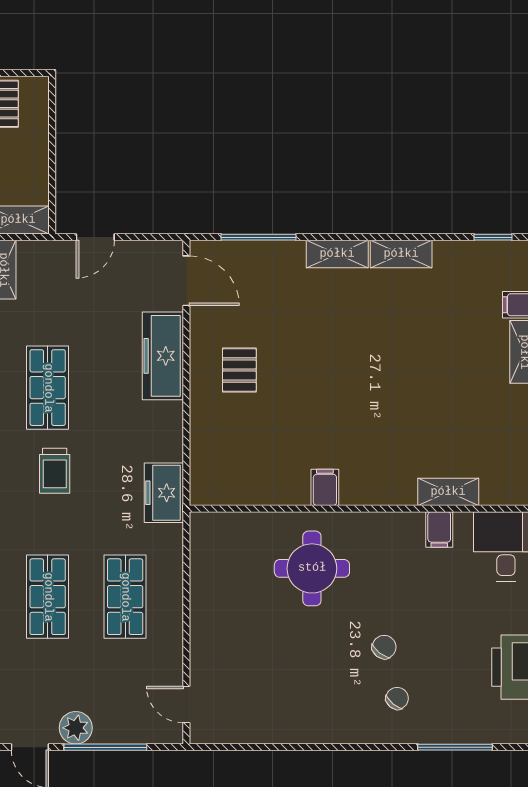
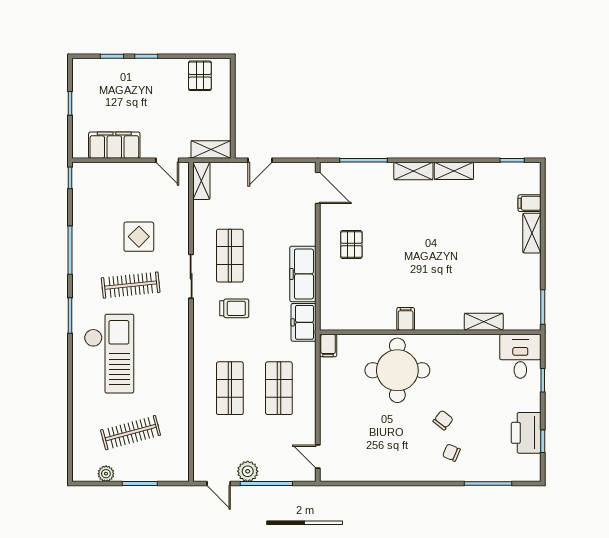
freezer: (163, 356) -> (303, 274), moved
trolley: (55, 471) -> (234, 308), turned -90
filing cabinet: (439, 529) -> (328, 346), moved
round table: (312, 568) -> (397, 370), width x1.36, depth x1.36
chair: (397, 698) -> (451, 453), turned -107

